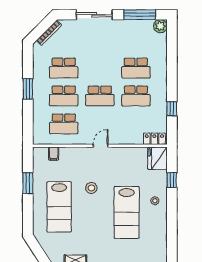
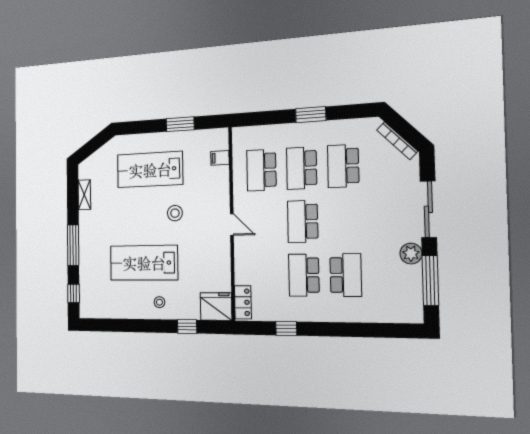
plant: (160, 26) -> (411, 254), moved
school desk: (136, 68) -> (346, 275), turned 180

